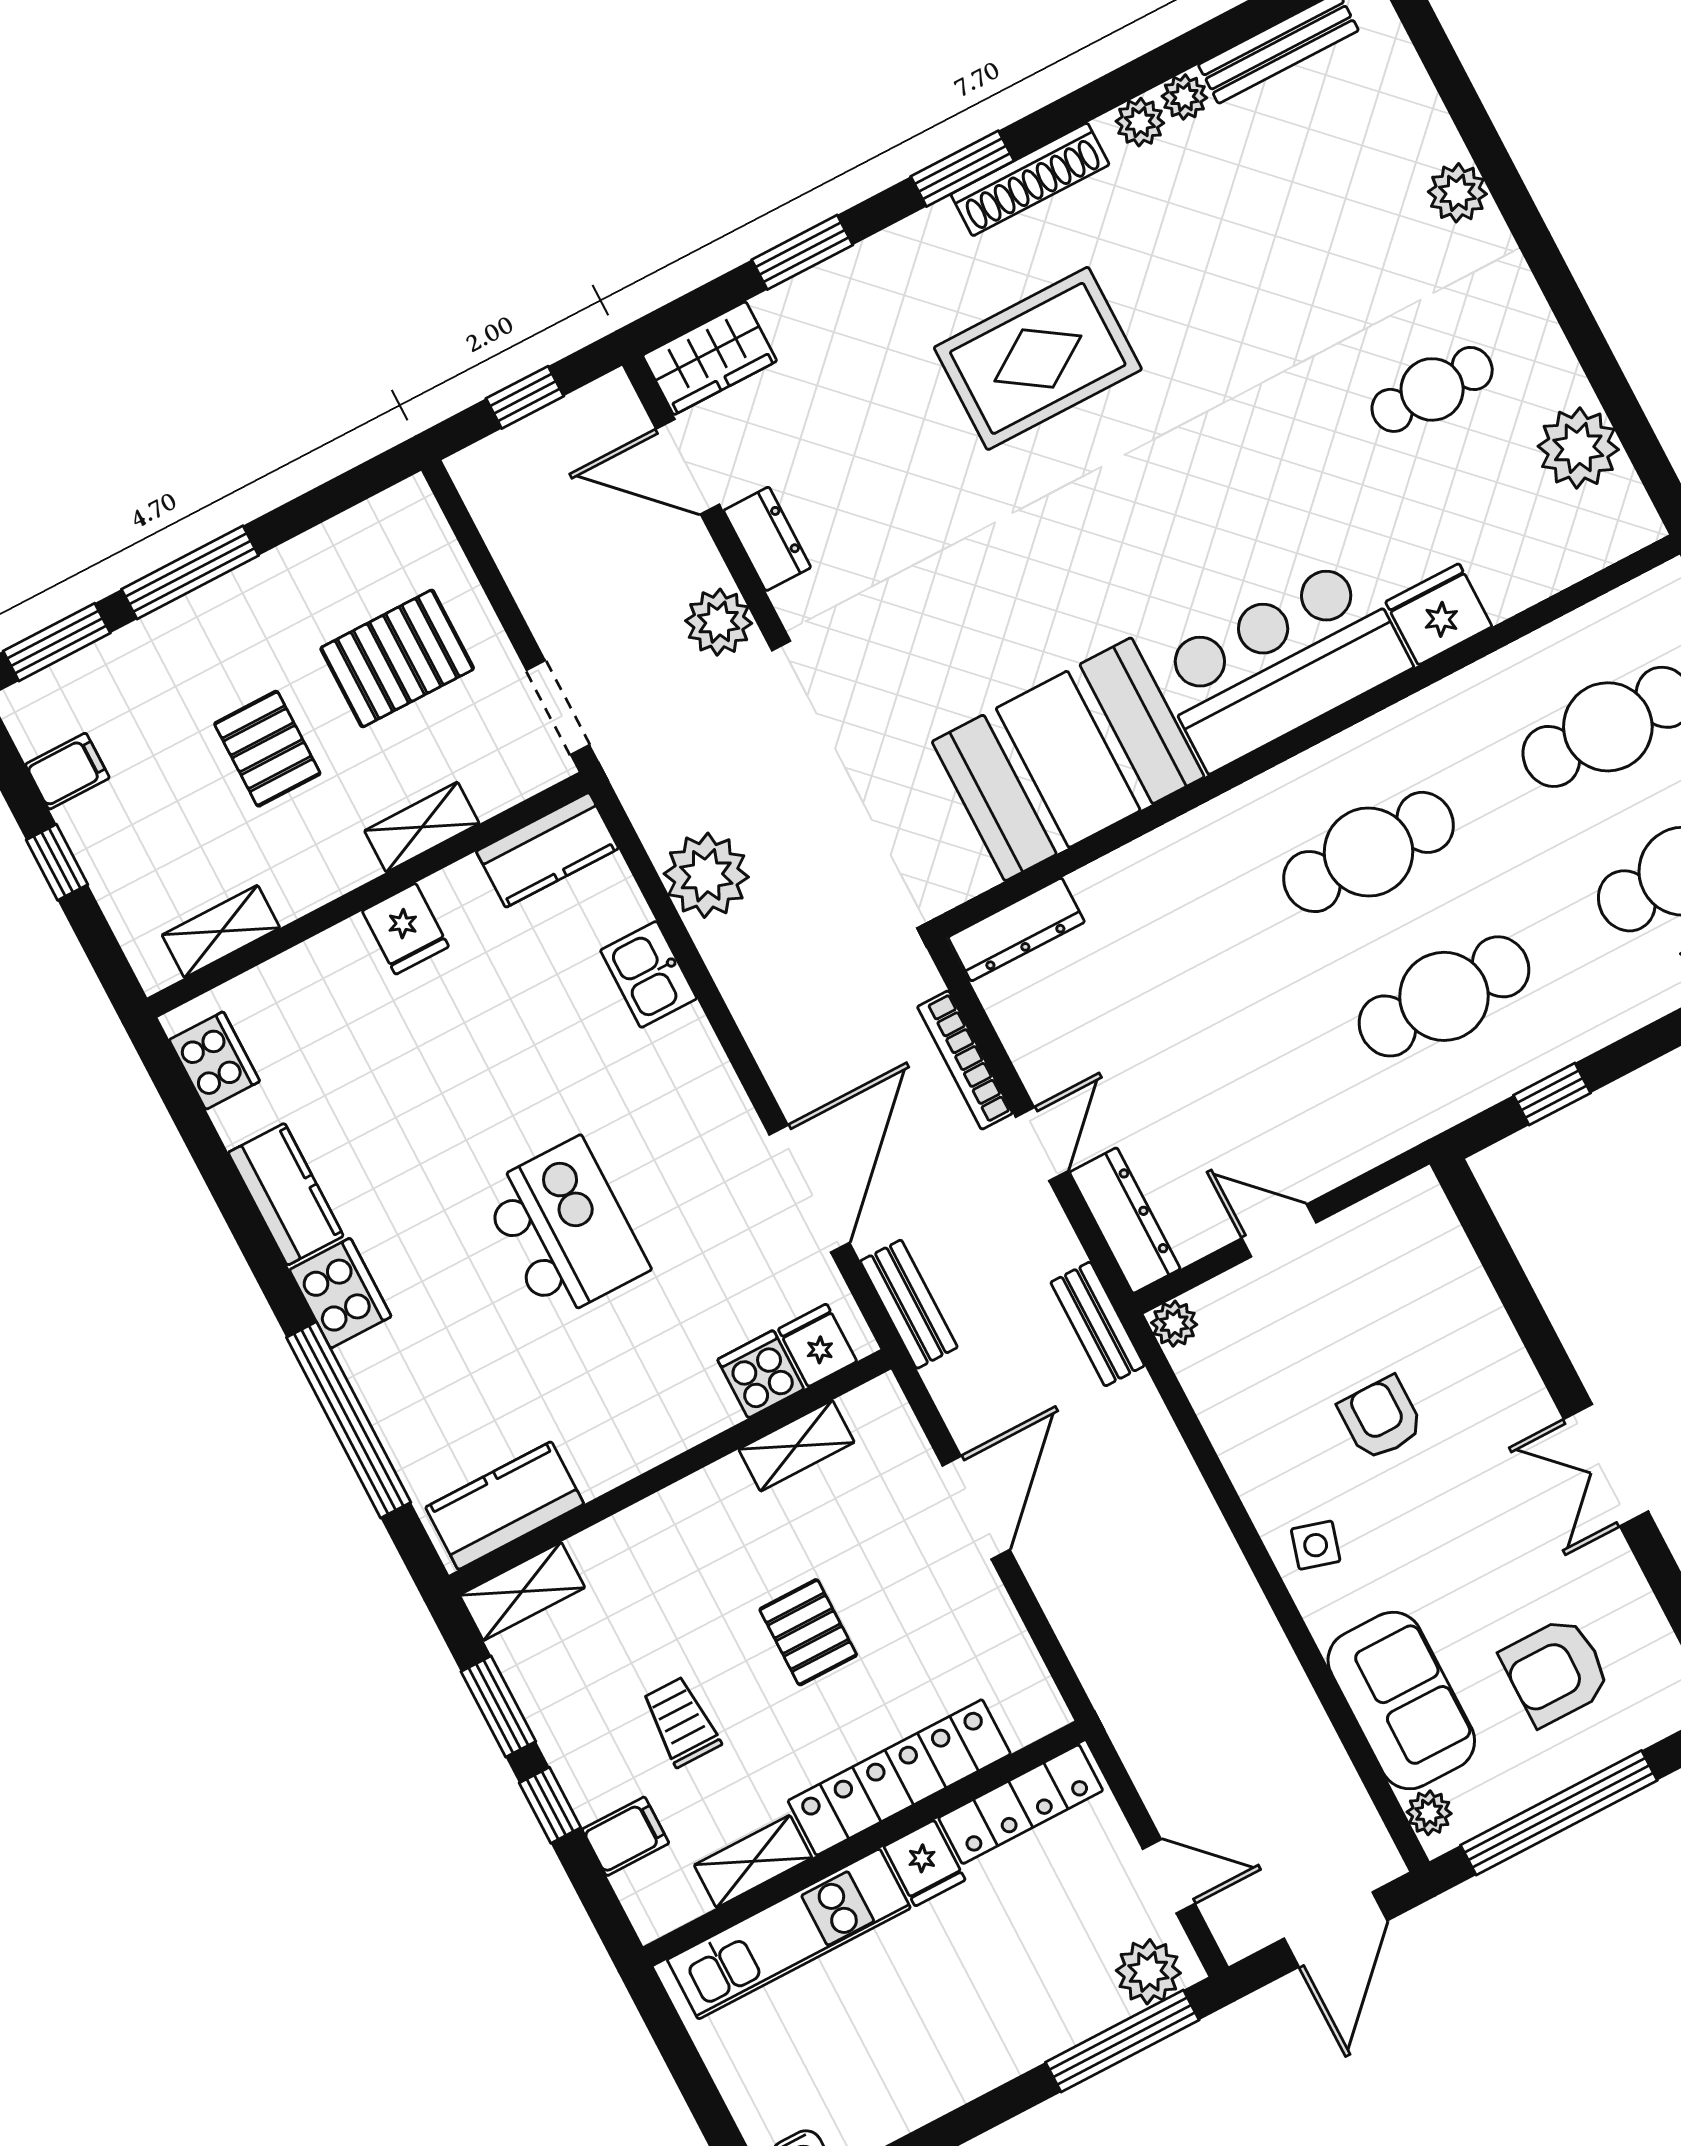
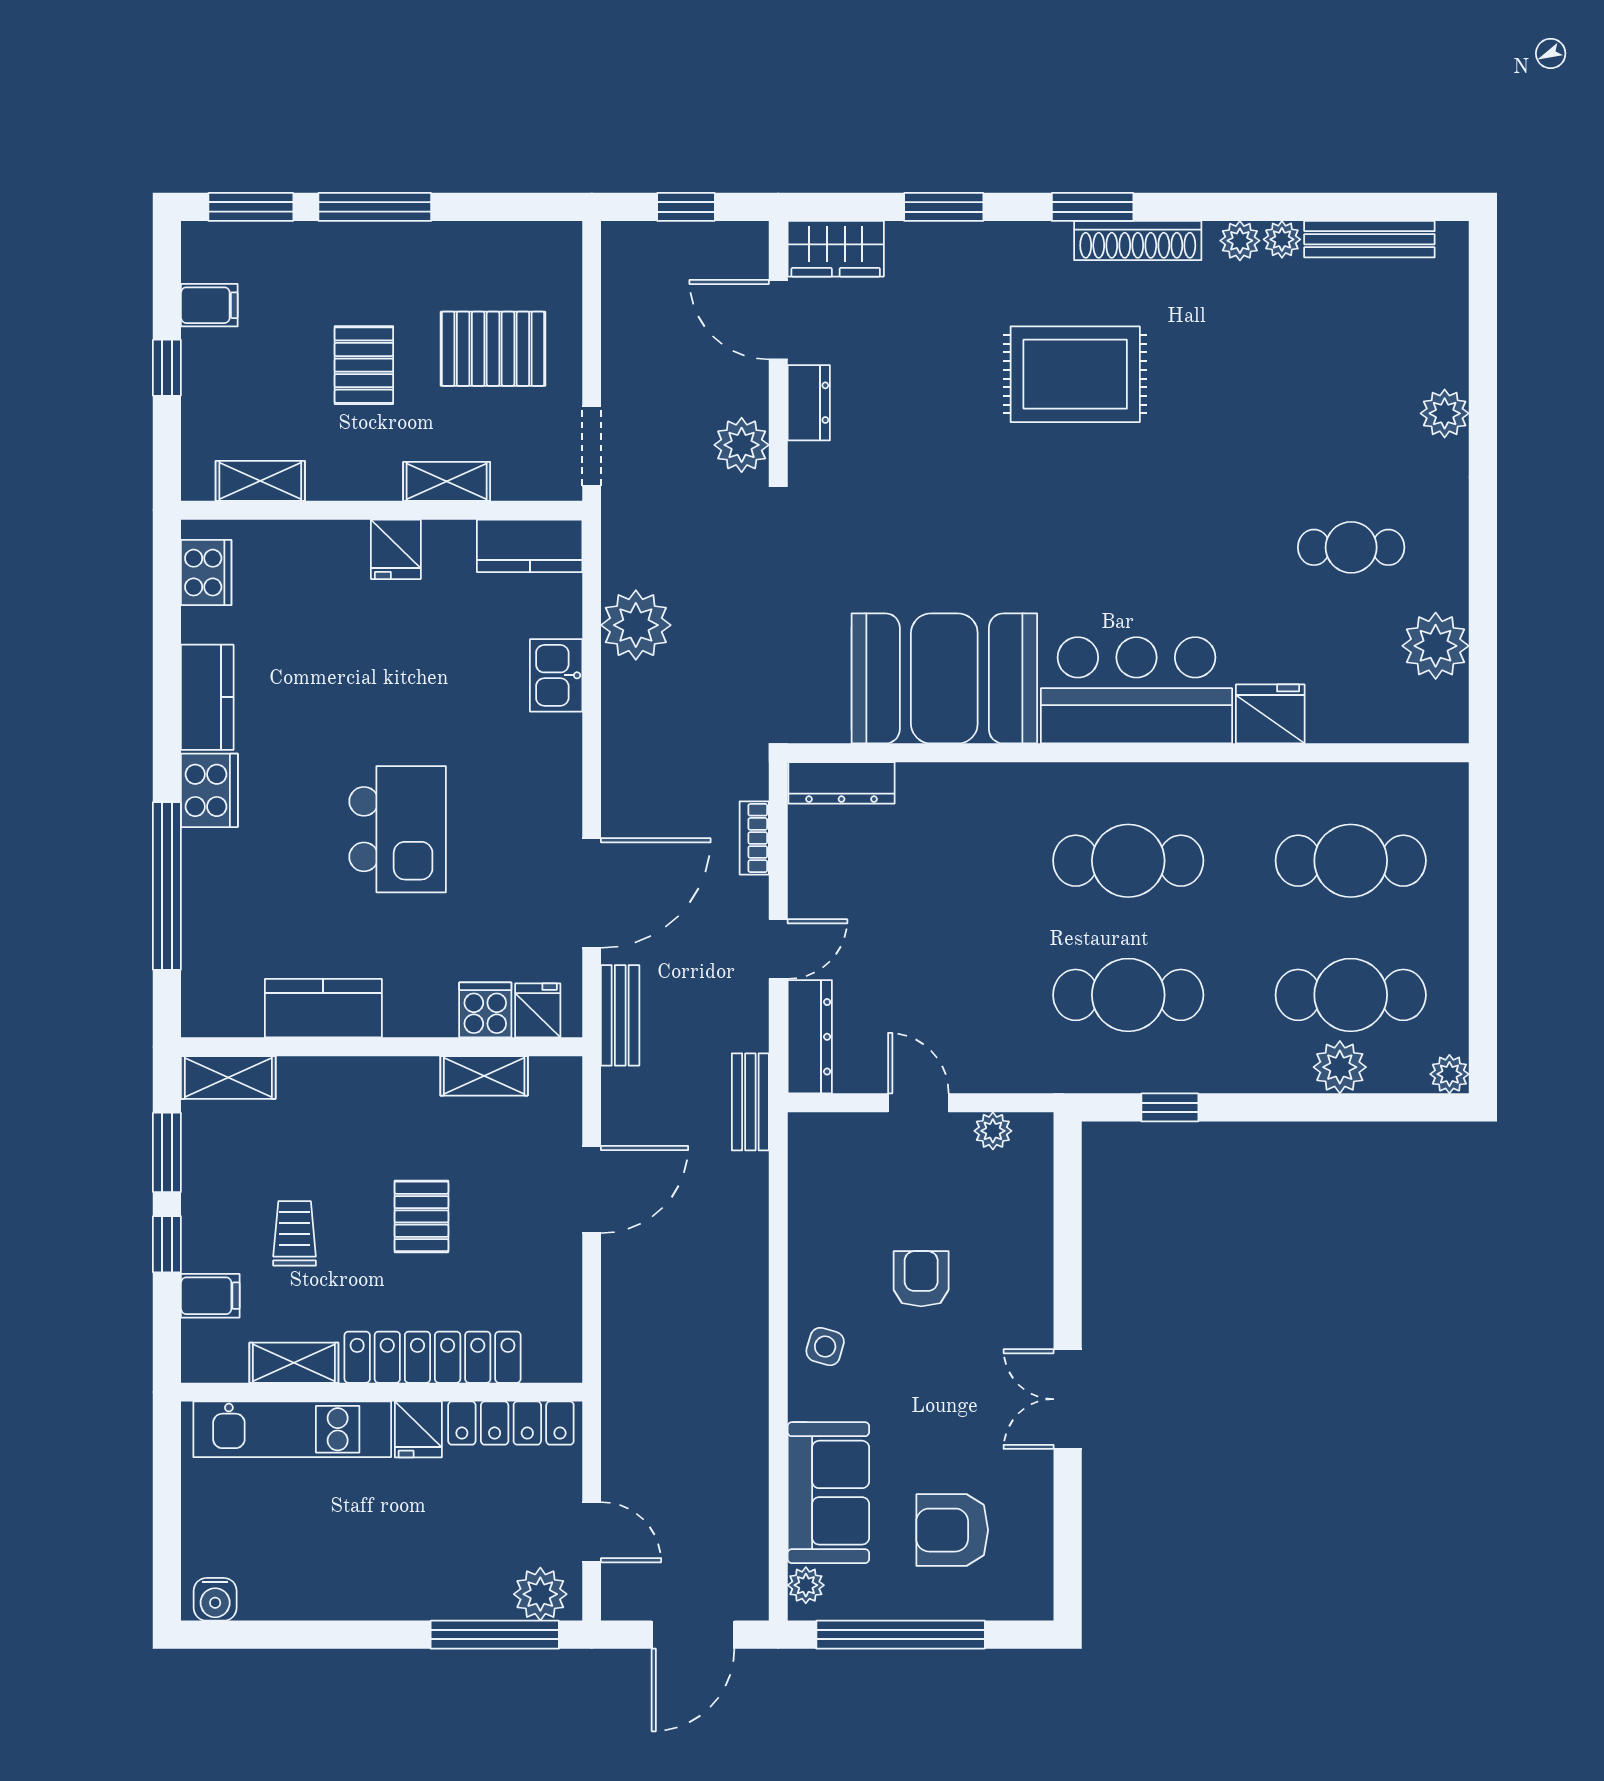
bookcase: (965, 1060) -> (754, 838), width x0.64
plant: (1174, 1324) -> (993, 1131), moved
kitchen counter: (505, 1506) -> (323, 1008), moved

